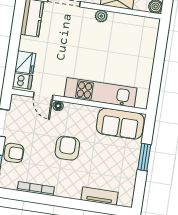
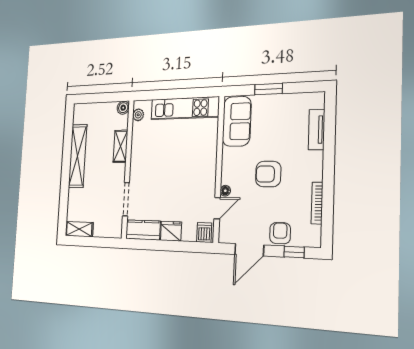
plant: (101, 16) -> (138, 115), moved
fridge: (25, 62) -> (171, 231), moved
kitchen unit: (101, 92) -> (185, 108), moved, turned -90

